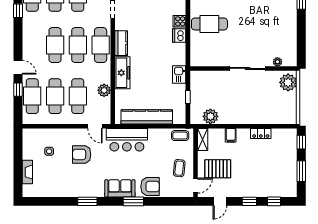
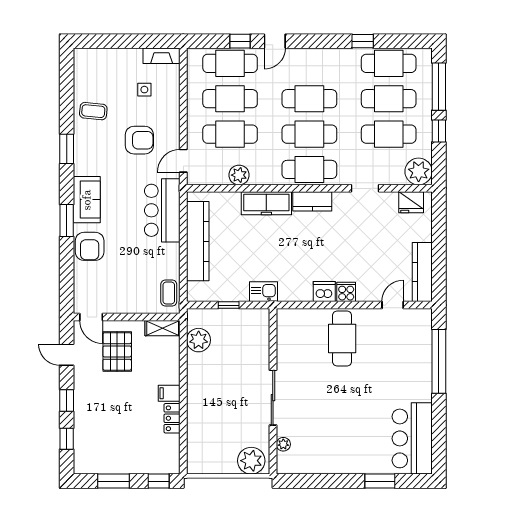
filing cabinet: (231, 135) -> (169, 393), moved
armchair: (82, 154) -> (139, 140), turned 90
coffee table: (179, 168) -> (93, 111), moved
fireplace: (27, 172) -> (162, 56), moved

